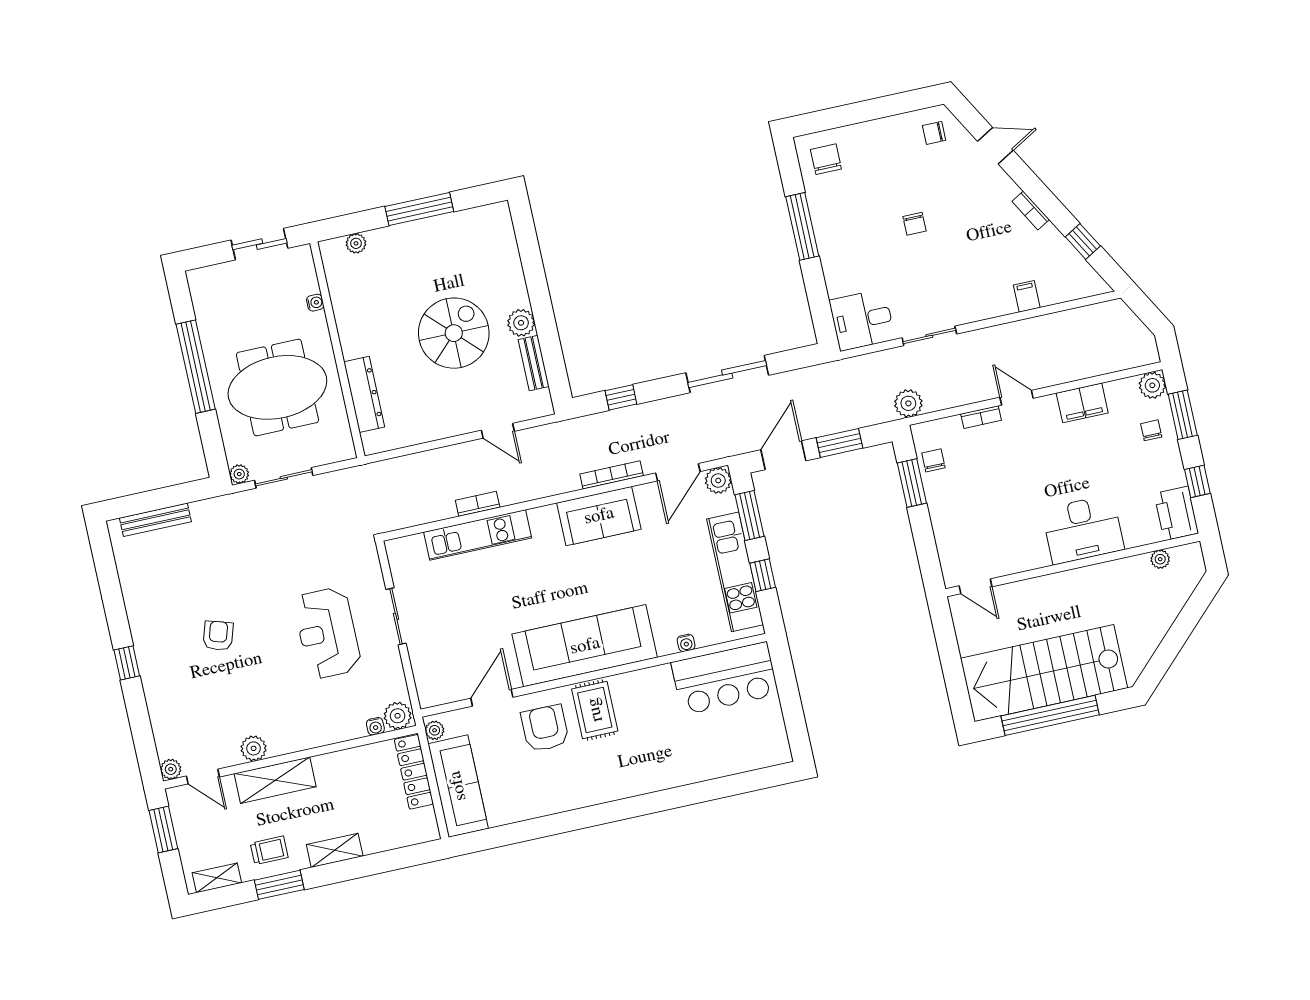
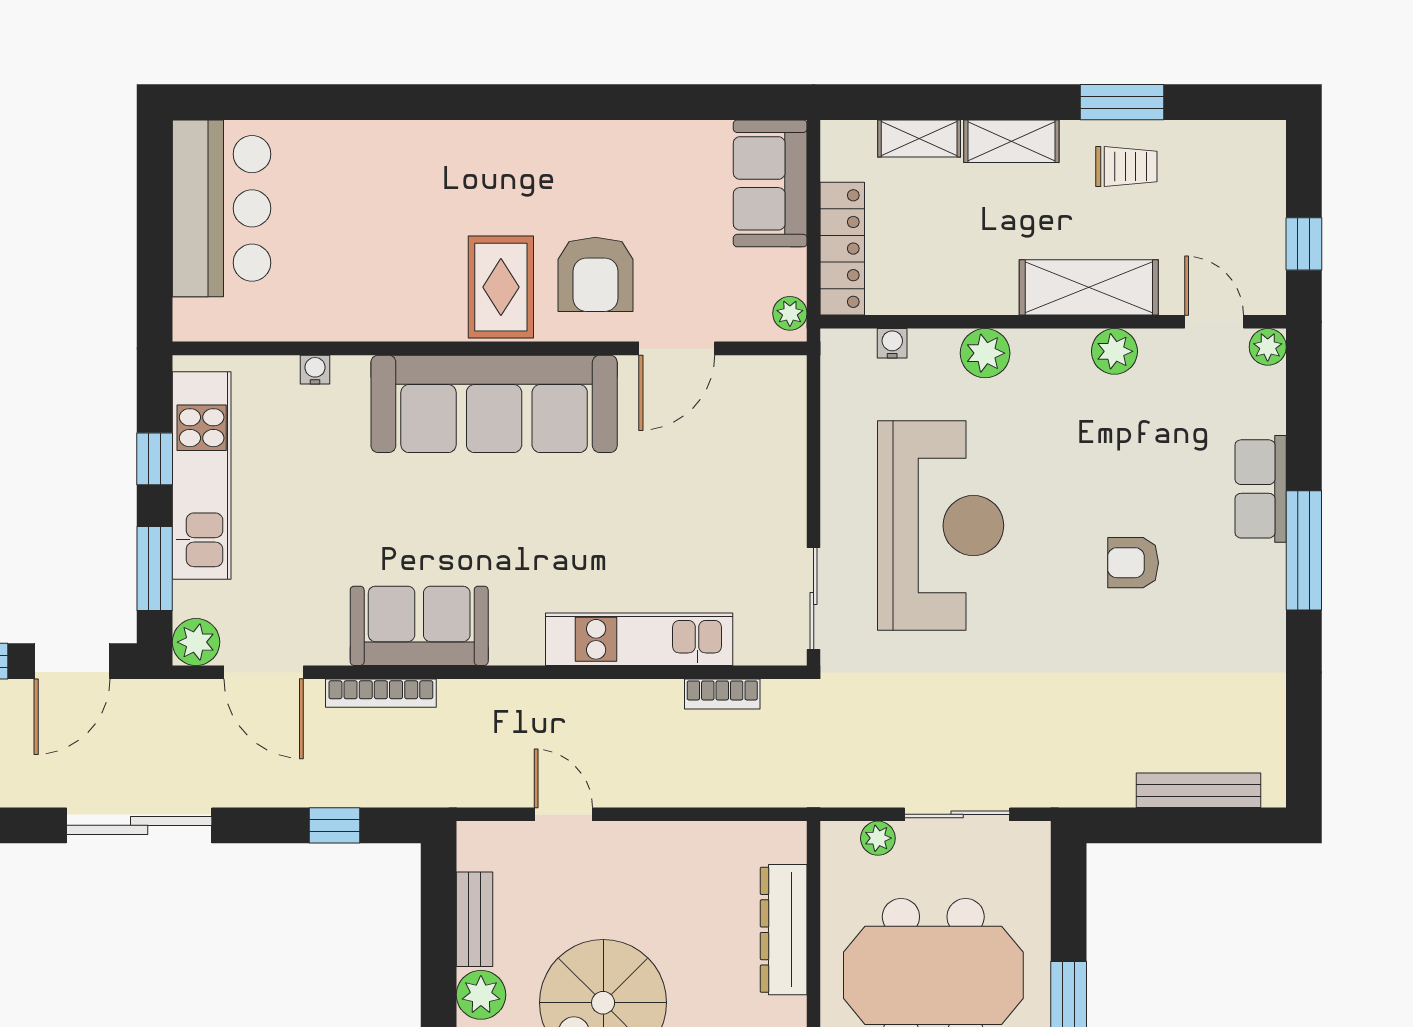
door: (678, 472) -> (264, 672), swing flipped
plant: (239, 474) -> (878, 838), moved
bookcase: (478, 504) -> (722, 694), moved
sliding door: (396, 616) -> (814, 599), moved
reception desk: (327, 633) -> (941, 526), width x1.36, depth x1.30
armchair: (218, 636) -> (1133, 563), turned 73
window: (127, 663) -> (1304, 550), width x2.17
bar counter: (725, 678) -> (222, 208), moved, turned 90
row of seats: (158, 691) -> (1261, 489), added
plant: (398, 716) -> (985, 353), moved
sofa: (458, 786) -> (770, 183), width x0.73
window: (163, 829) -> (1304, 244), width x0.67
trolley: (269, 850) -> (1126, 166), turned 180
shelving: (217, 878) -> (919, 138), moved

